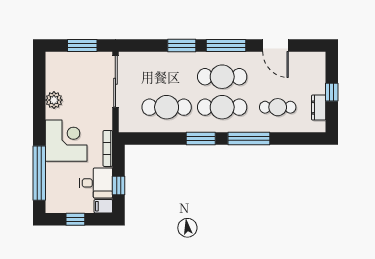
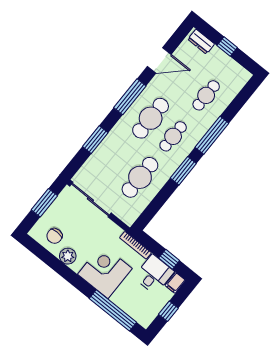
window: (182, 45) -> (95, 140), moved
chair: (62, 76) -> (54, 236), added
cafe table: (222, 107) -> (173, 136), width x0.73, depth x0.74
dresser: (319, 108) -> (201, 42), moved

